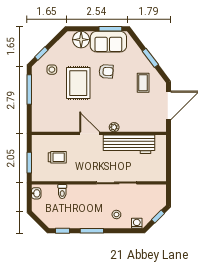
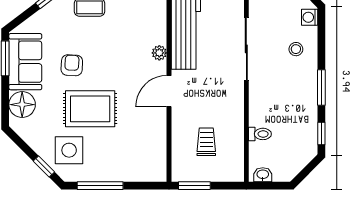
side table: (52, 70) -> (69, 150), width x1.87, depth x1.87
window: (29, 163) -> (194, 186), moved

